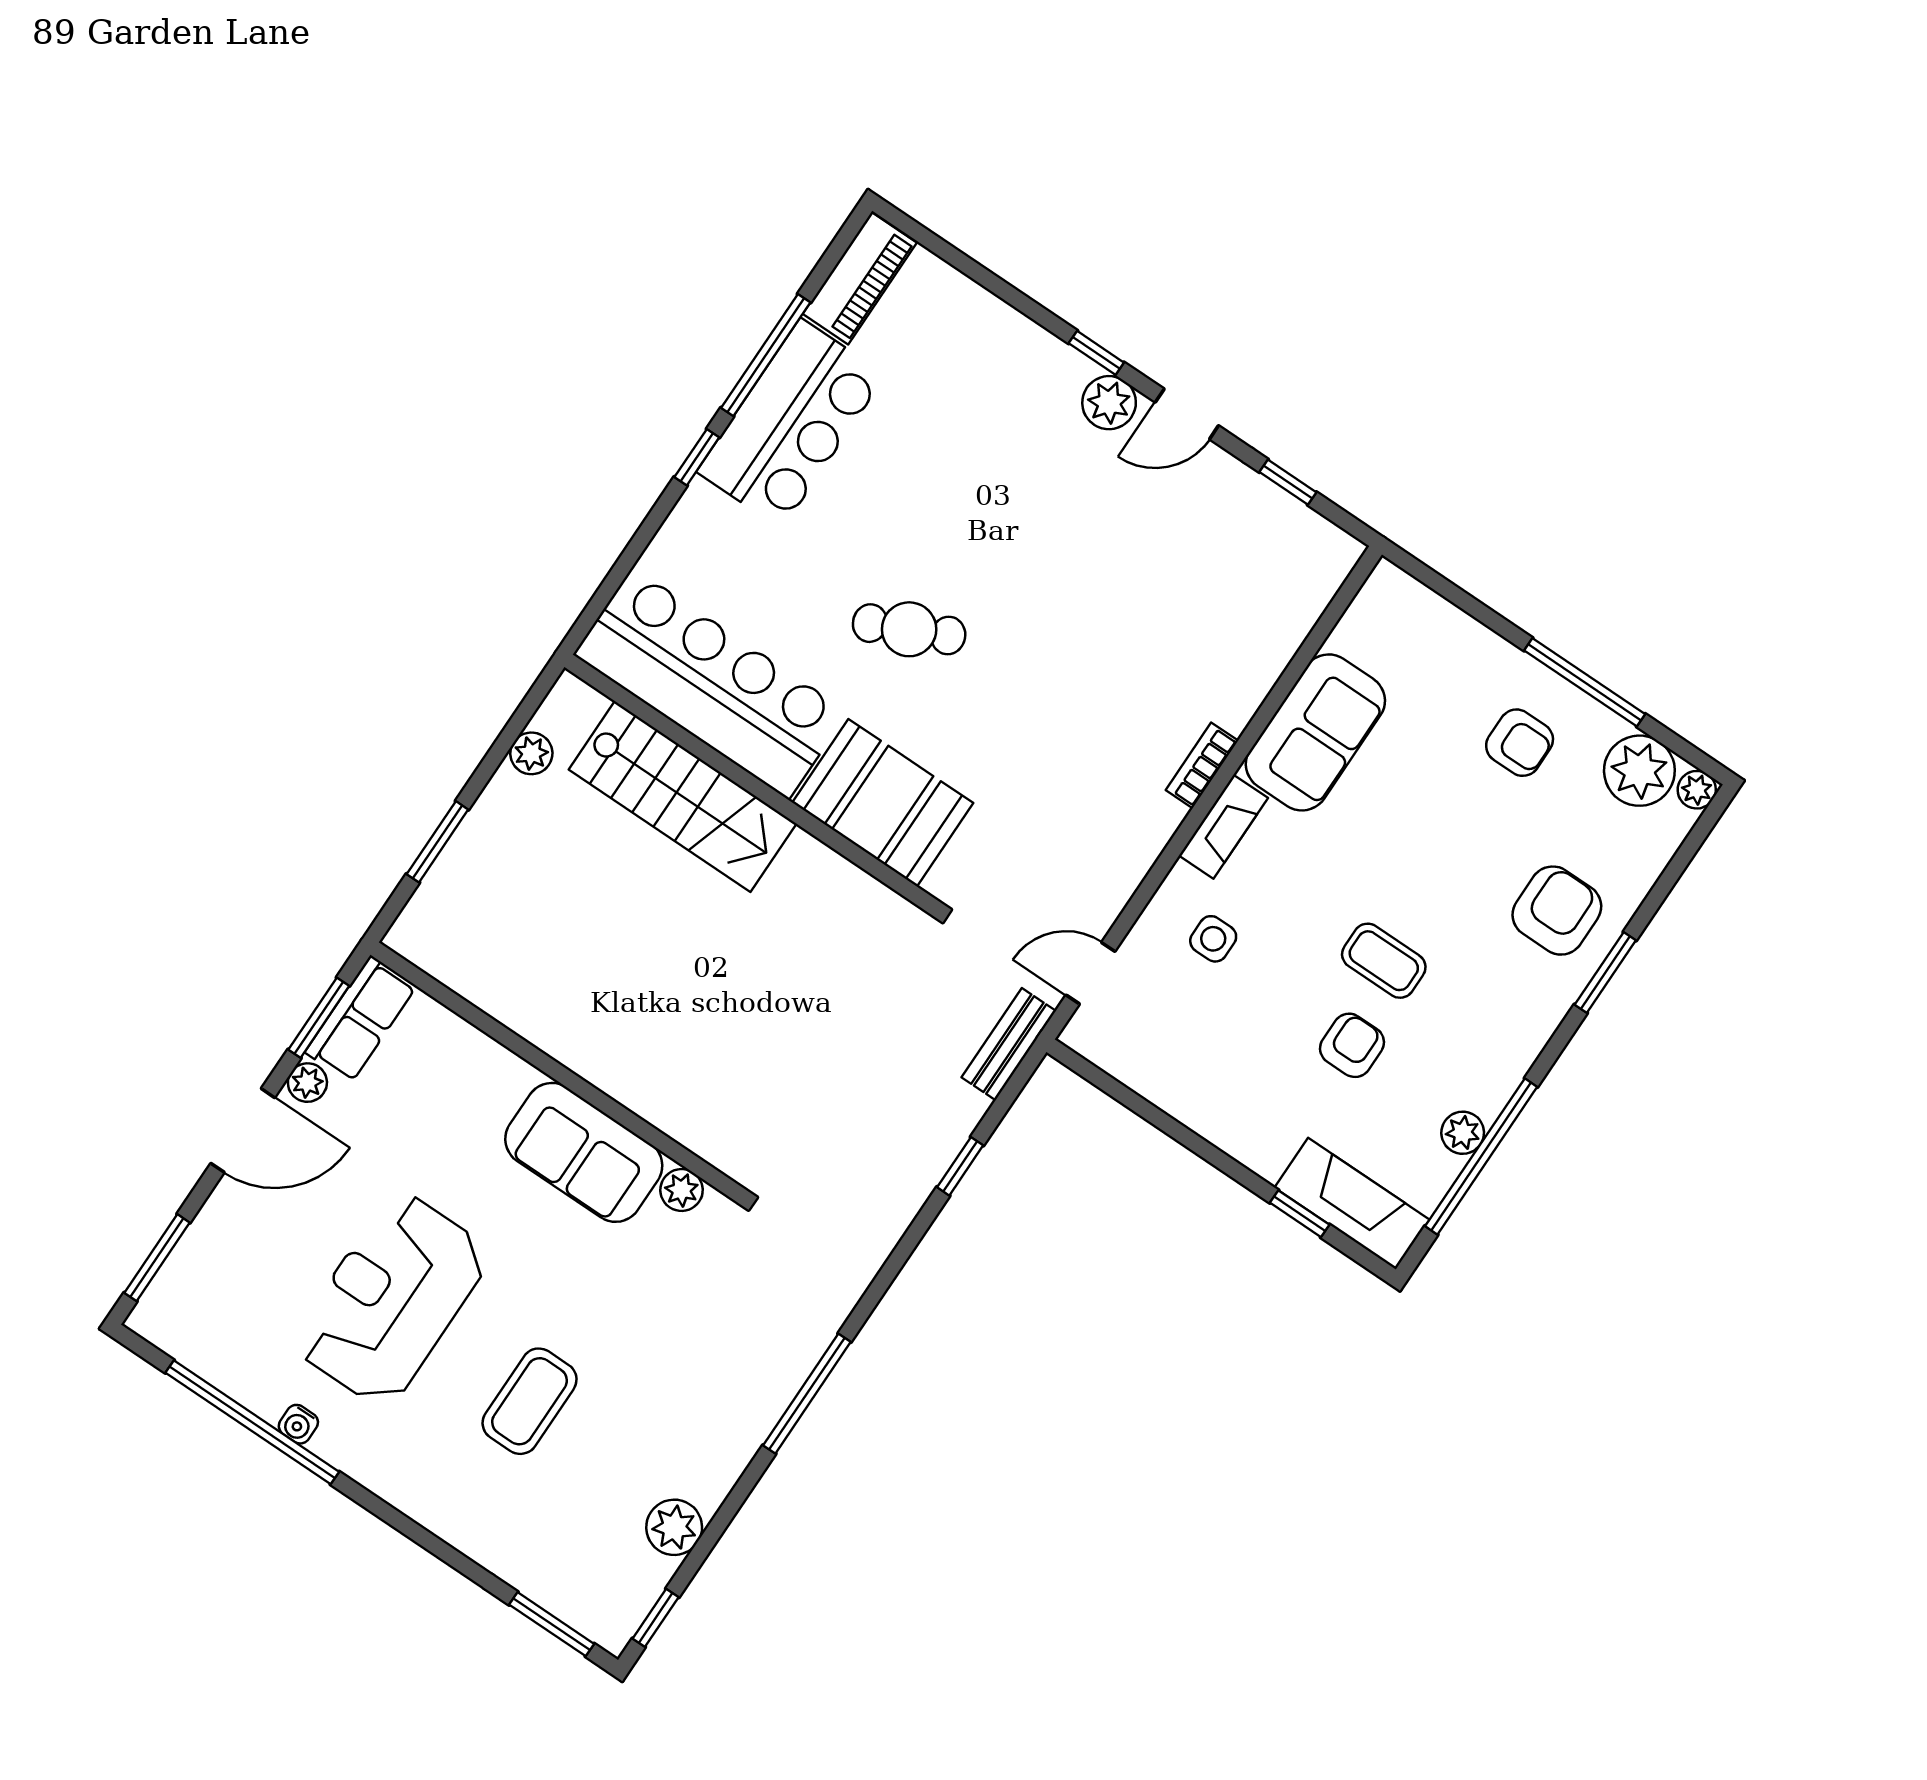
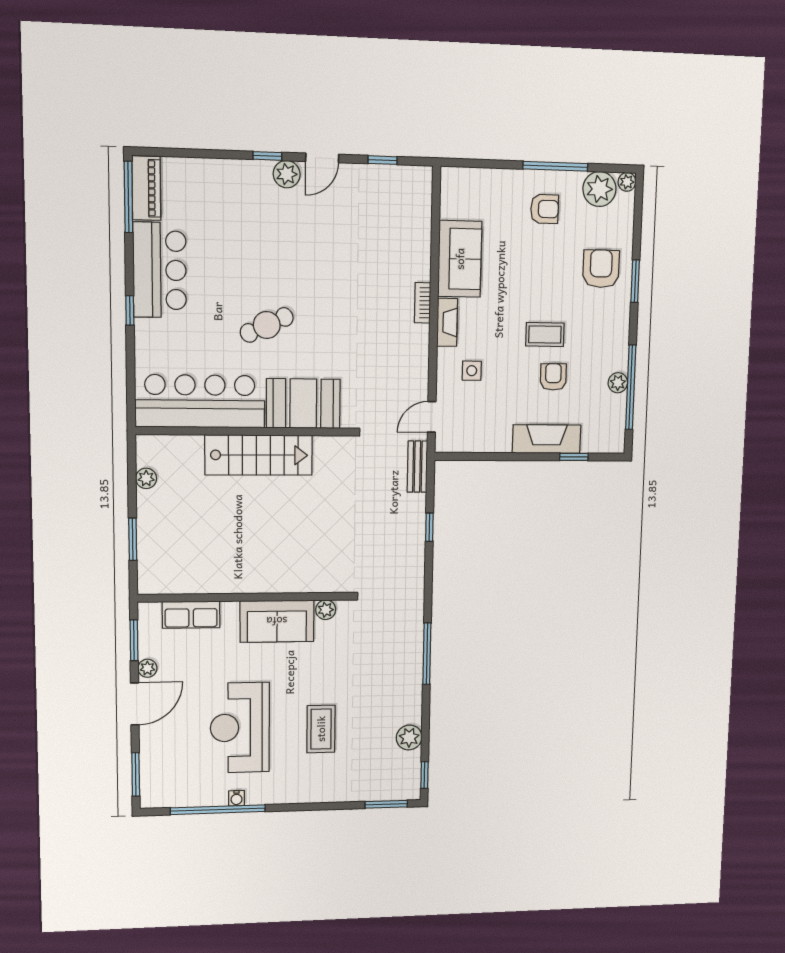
window: (766, 355) -> (128, 197), moved
stairs: (683, 797) -> (259, 455), moved
row of seats: (361, 1019) -> (191, 615), moved, turned 90
fireplace: (1352, 1204) -> (547, 439), moved

